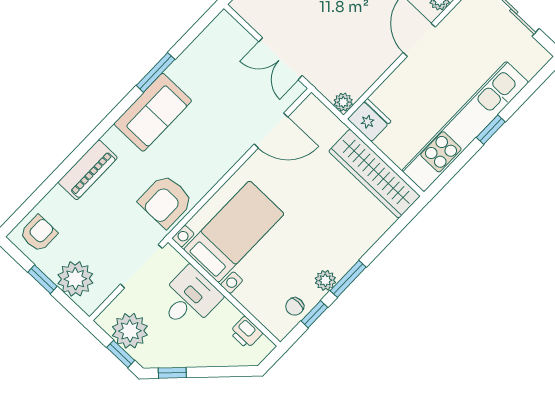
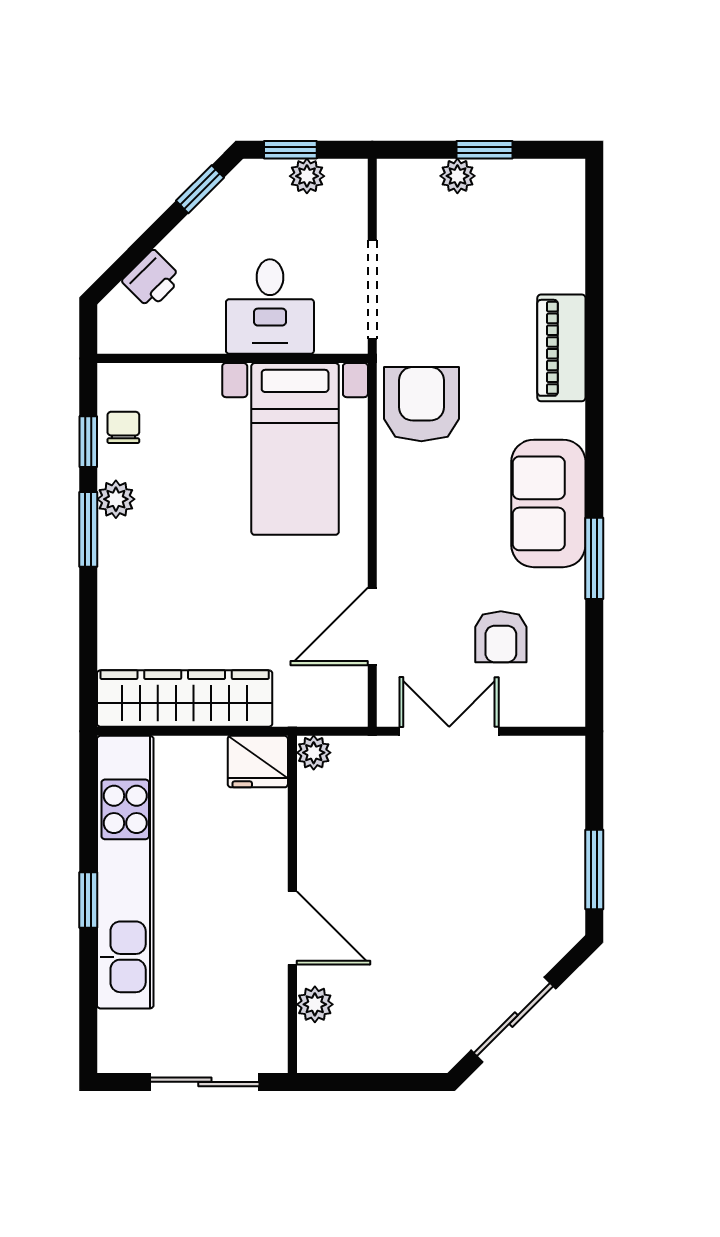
armchair: (39, 234) -> (501, 637), moved
plant: (75, 279) -> (457, 176), width x0.53, depth x0.53
plant: (130, 331) -> (307, 176), width x0.53, depth x0.53
printer: (246, 333) -> (152, 280), moved, turned 135

